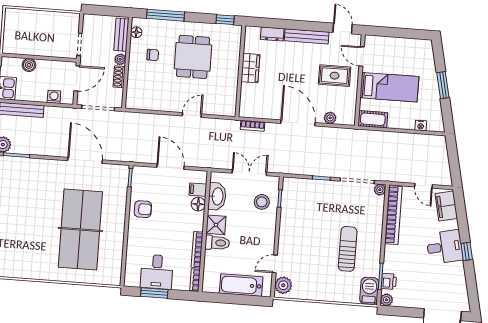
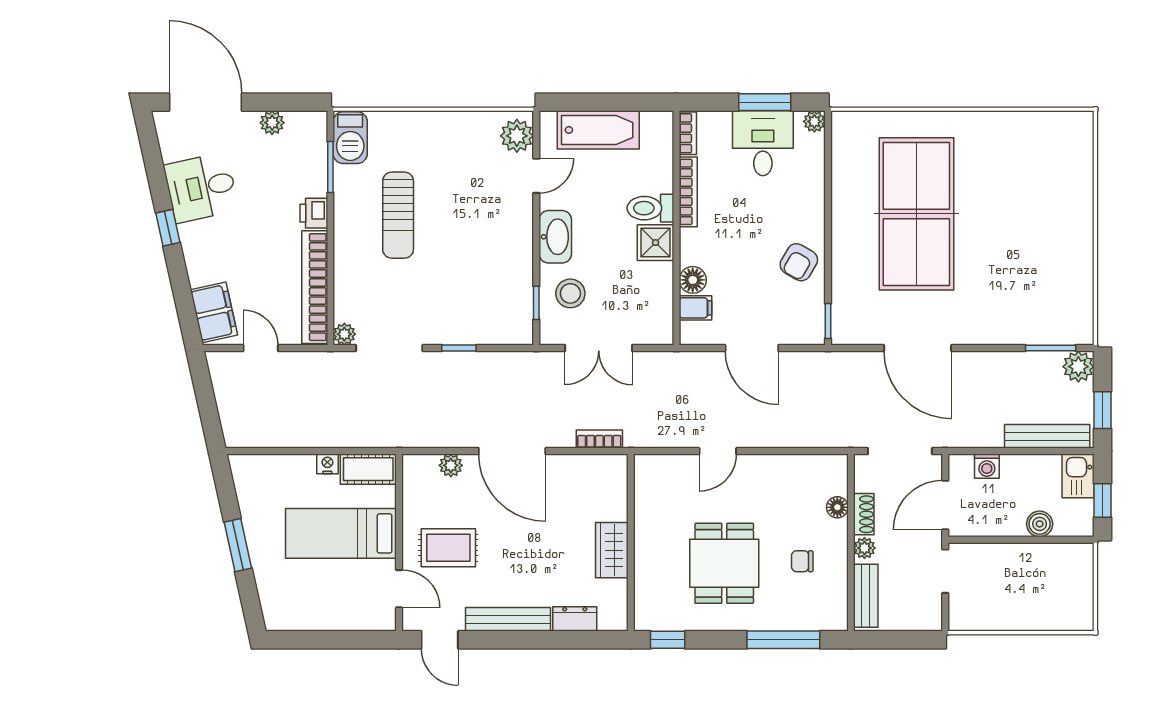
floor lamp: (136, 32) -> (837, 507), moved
nightstand: (421, 126) -> (327, 464), moved
washbasin: (217, 196) -> (555, 237), moved, turned 180
armchair: (143, 209) -> (799, 262), turned -60
desk: (445, 247) -> (201, 188), moved
plant: (129, 281) -> (814, 121), added
printer: (389, 281) -> (314, 213), moved
plant: (387, 300) -> (272, 123), moved

